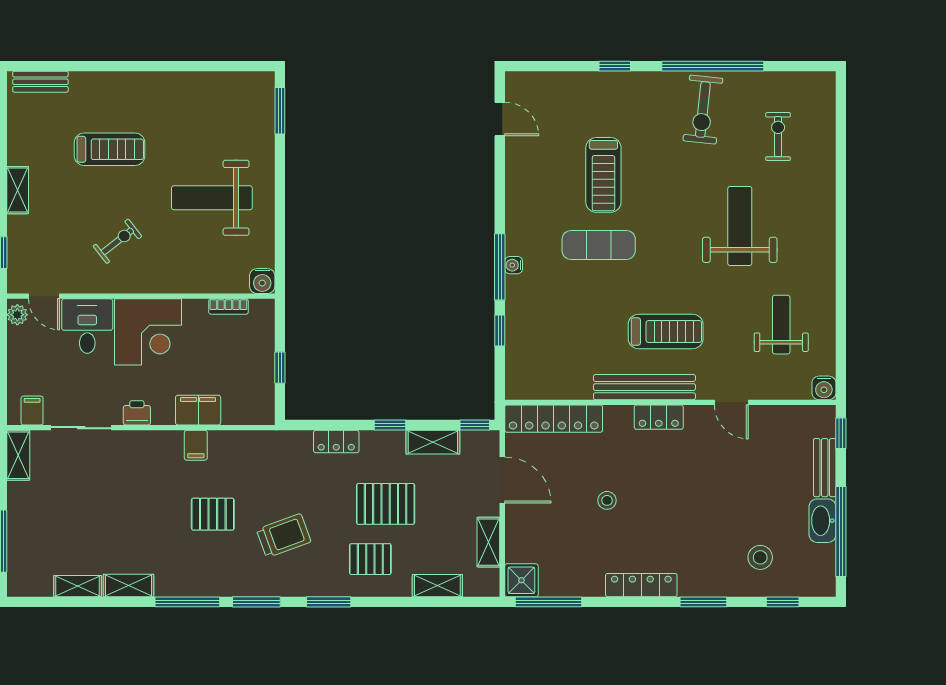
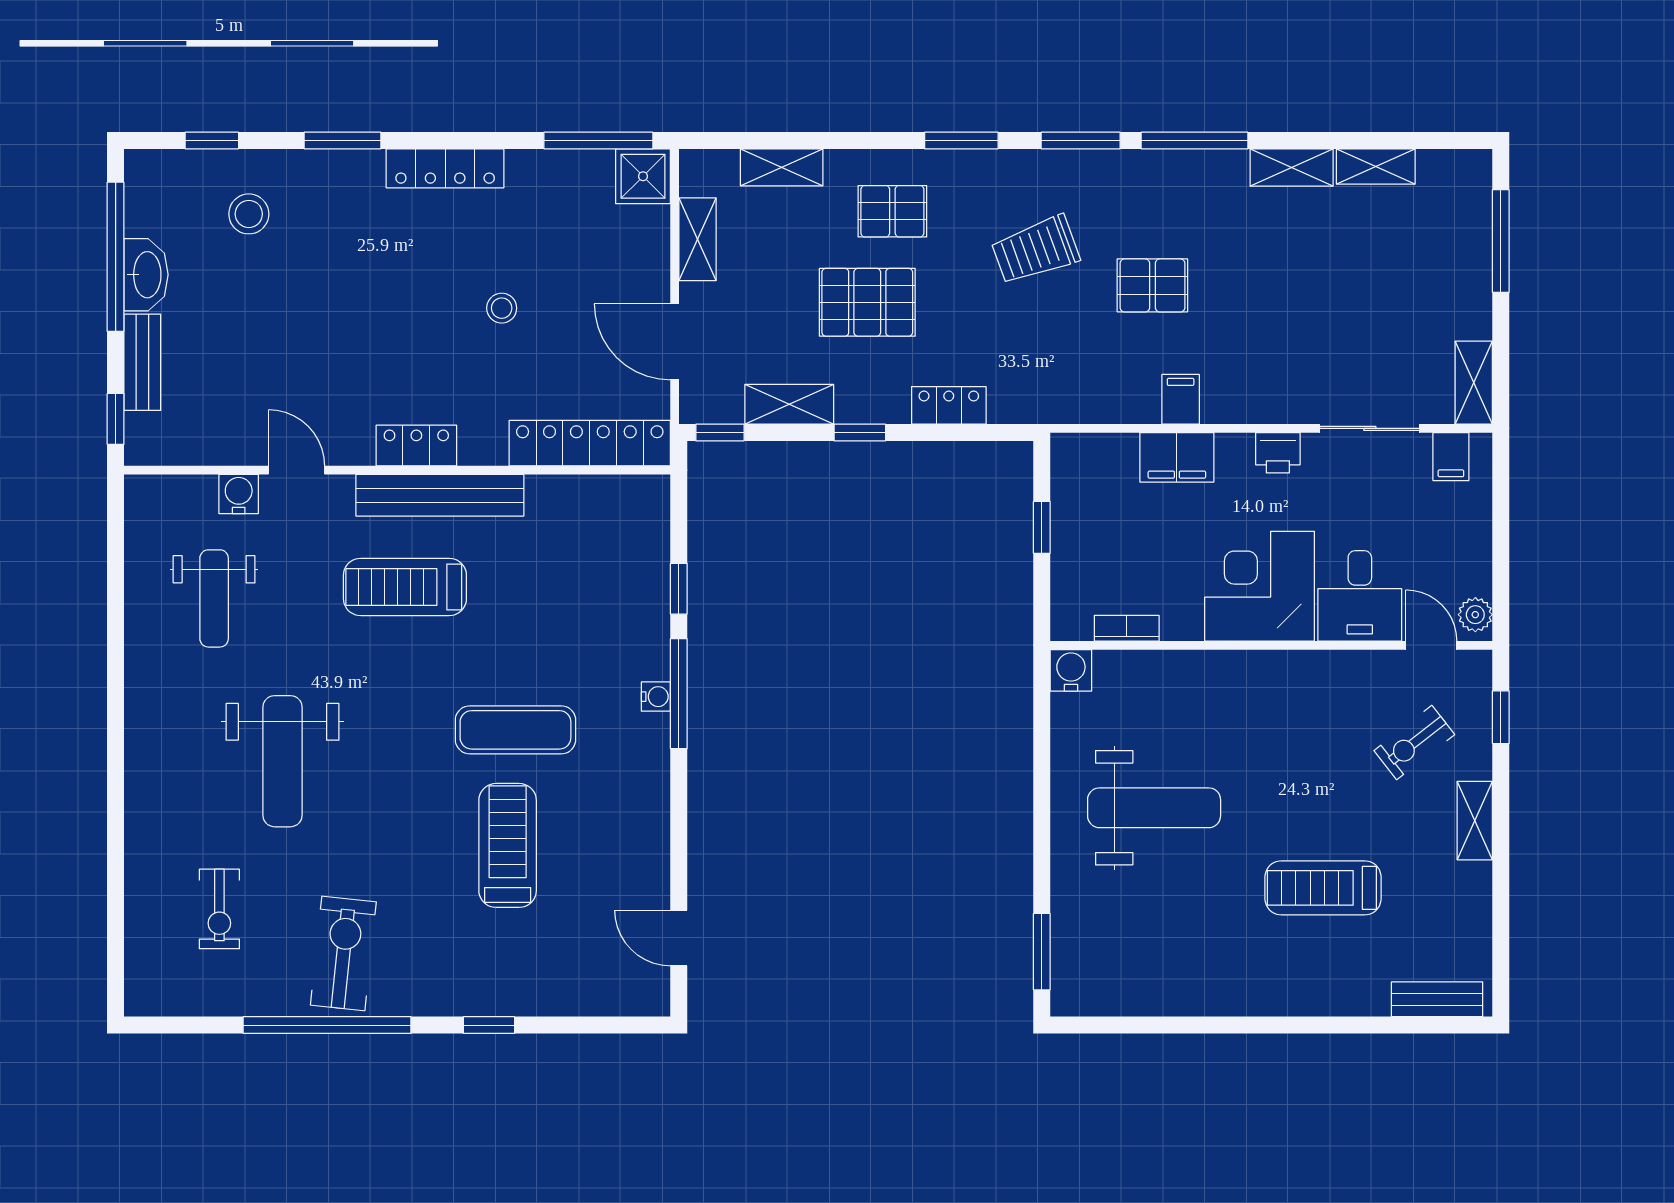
exercise bike: (118, 241) -> (1414, 743), moved
water cooler: (824, 388) -> (239, 494), moved

